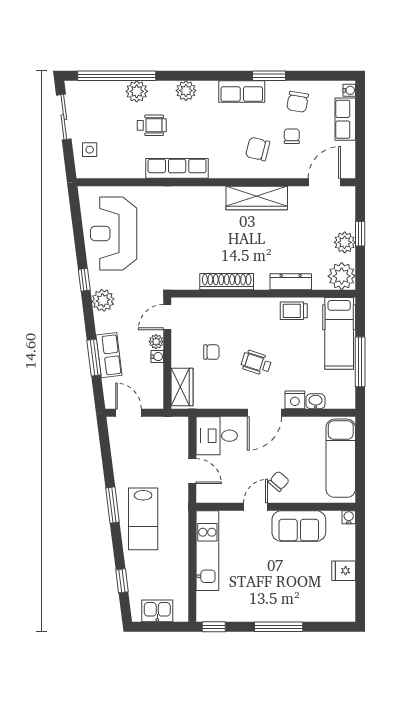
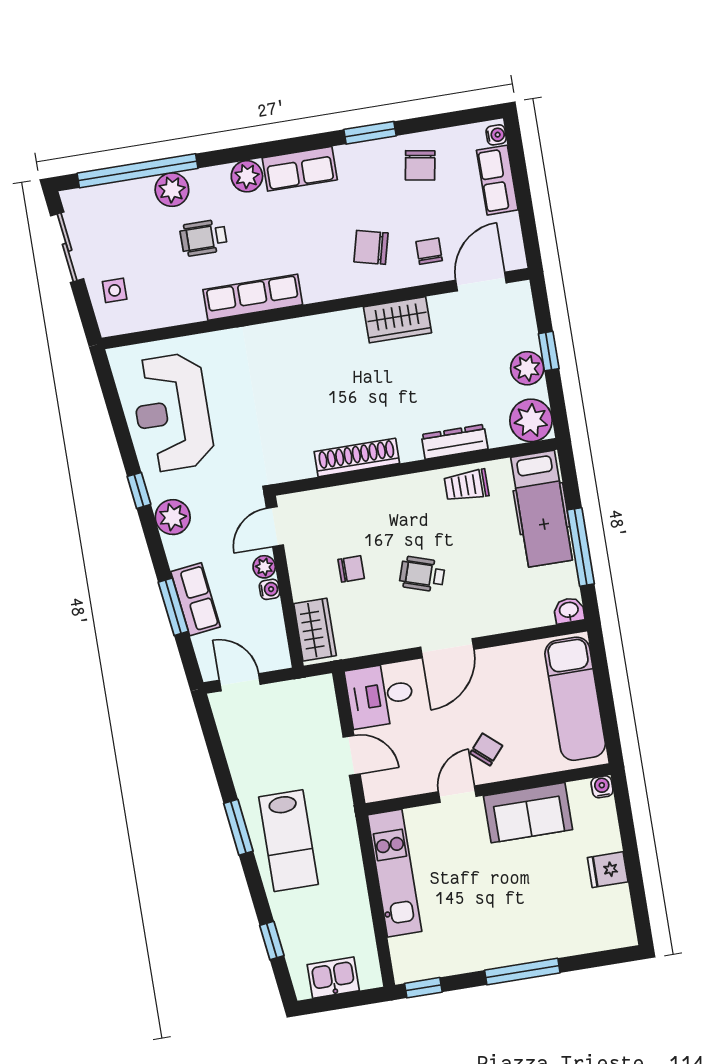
row of seats: (242, 91) -> (300, 169), moved
wheelchair: (152, 125) -> (204, 238), turned 180
chair: (292, 136) -> (429, 251), moved
wardrobe: (257, 198) -> (397, 320), width x0.67
nightstand: (295, 400) -> (491, 621), removed
washbasin: (316, 401) -> (569, 610), moved

